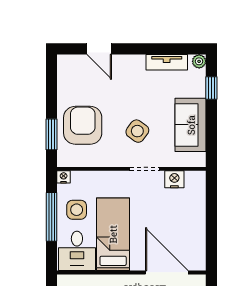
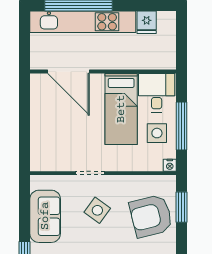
armchair: (83, 125) -> (151, 216), turned 76
nightstand: (174, 179) -> (61, 163), removed

